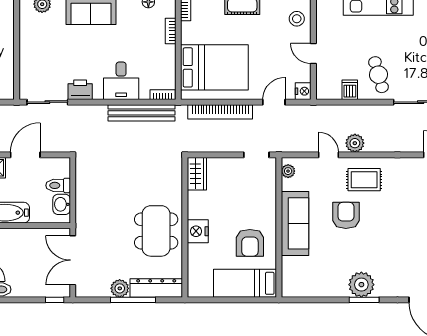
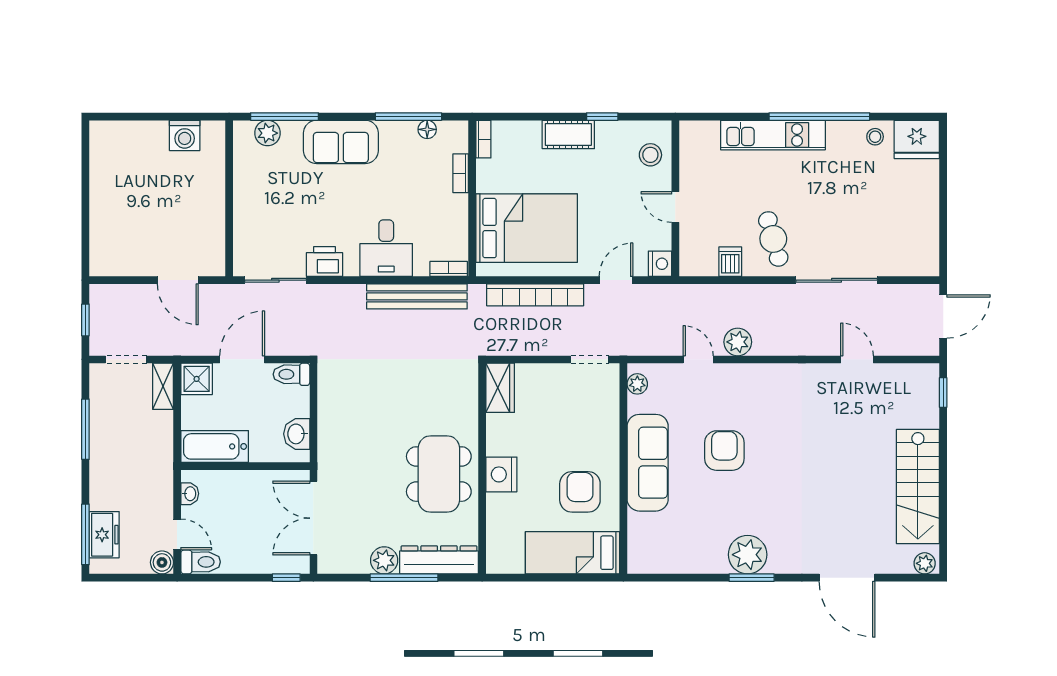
rug: (364, 180) -> (752, 397), removed
toilet: (58, 185) -> (291, 374), moved
armchair: (250, 243) -> (580, 492), turned 180

